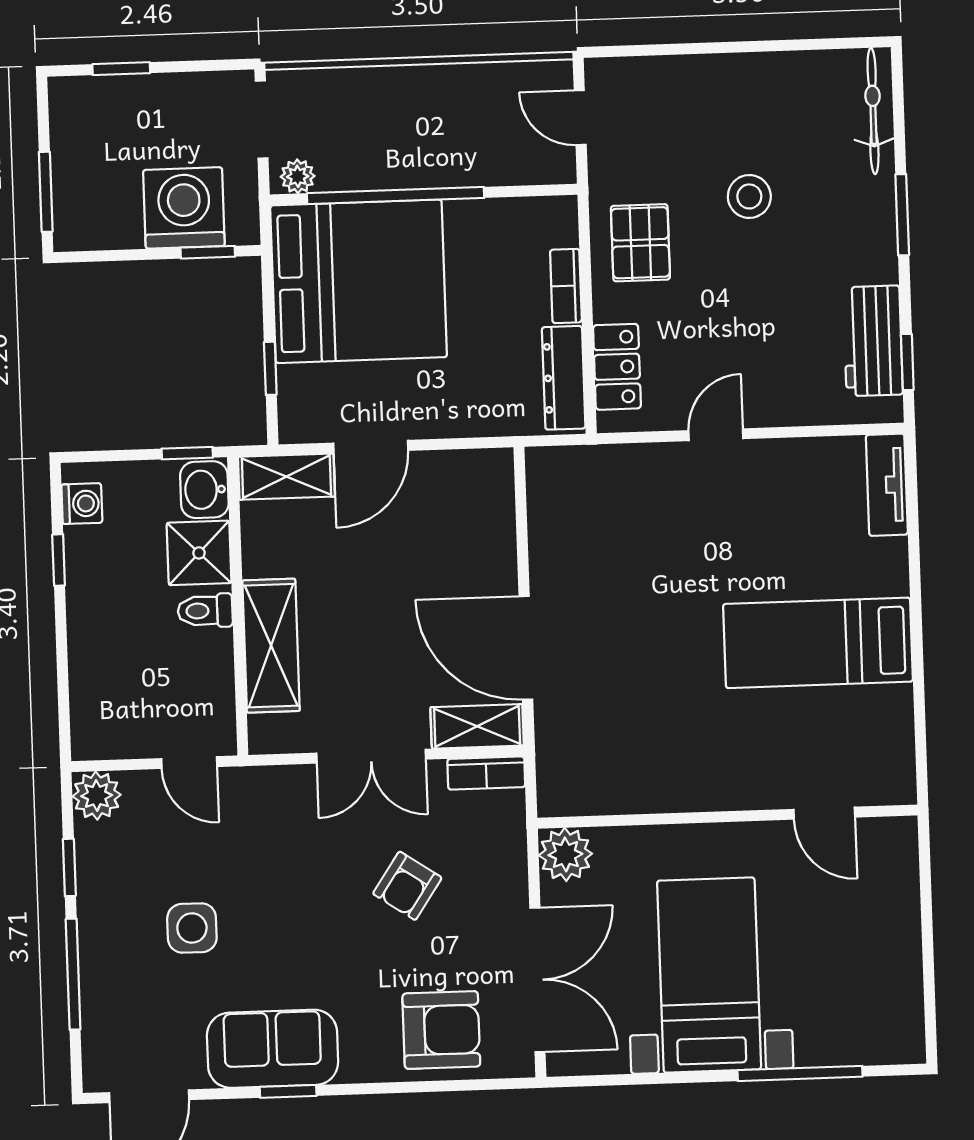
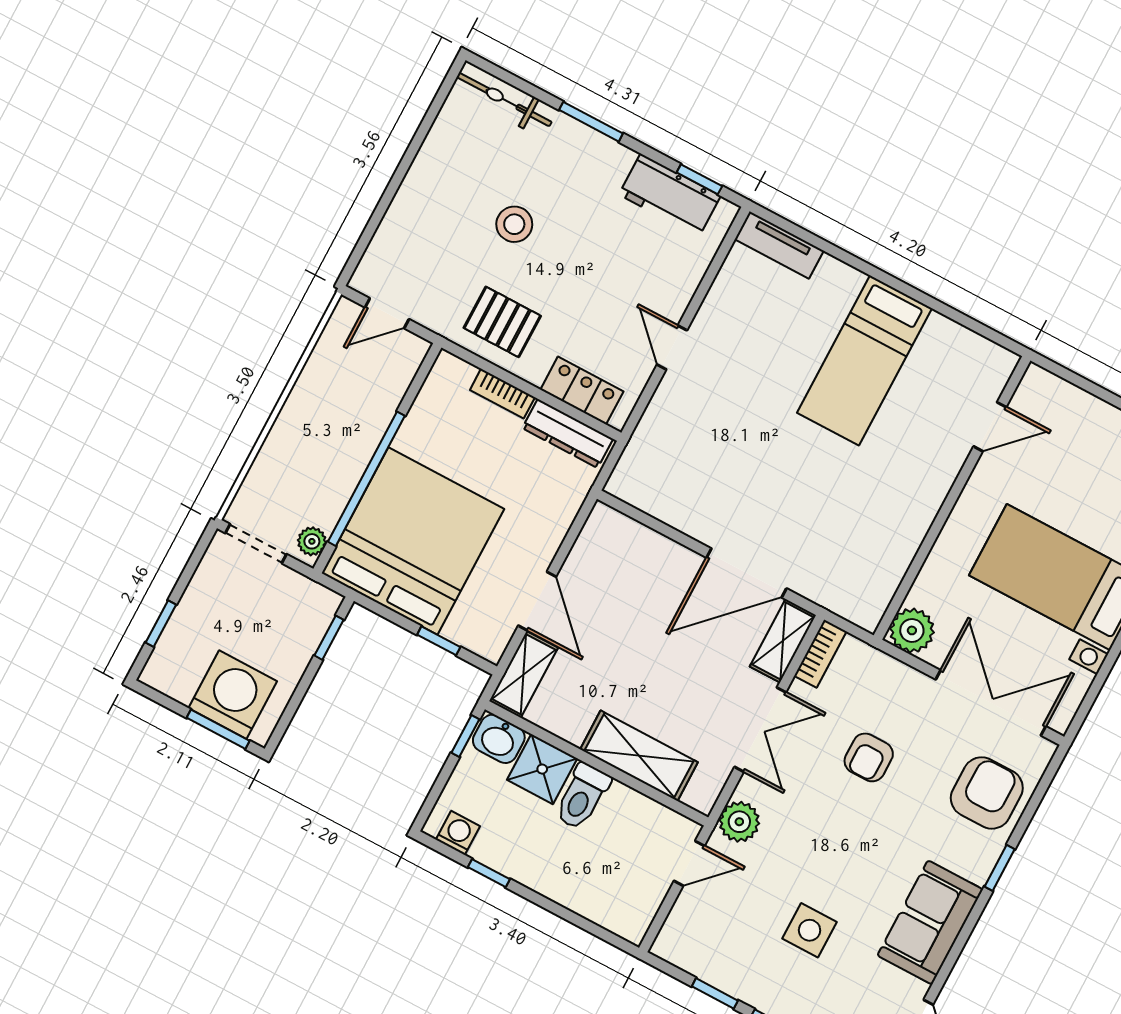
washing machine: (184, 208) -> (233, 695), moved, turned 90
toilet: (205, 611) -> (582, 796), width x1.37, depth x1.39
plant: (97, 796) -> (739, 822), moved
armchair: (407, 886) -> (869, 757), turned 56
window: (288, 1091) -> (1000, 868), moved

